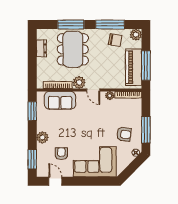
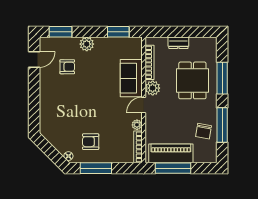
plant: (136, 35) -> (210, 156), removed
dresser: (41, 48) -> (178, 43), moved
dining table: (73, 49) -> (192, 80), width x0.73
sofa: (60, 100) -> (131, 78), moved
armchair: (124, 134) -> (91, 142), turned 83
corner sofa: (95, 162) -> (57, 107), removed

